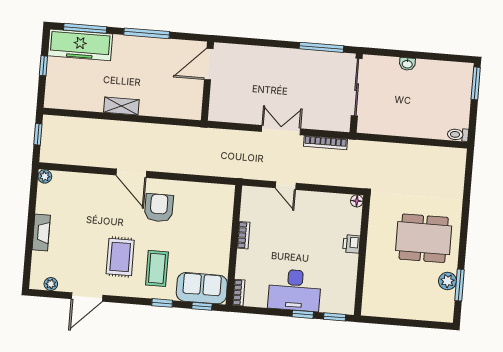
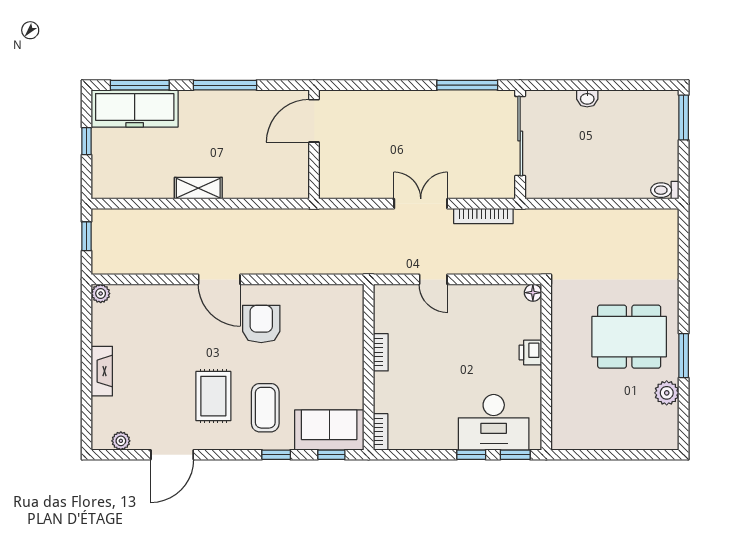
window: (459, 285) -> (684, 356), moved
desk: (295, 290) -> (494, 422), moved

